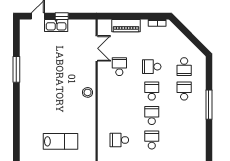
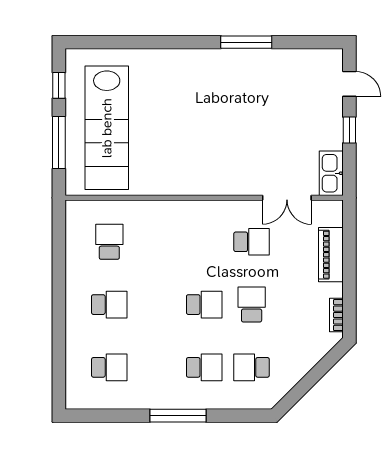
kitchen sink: (56, 25) -> (331, 173), moved
stool: (88, 92) -> (202, 180), removed
school desk: (152, 116) -> (109, 367), moved
lab bench: (61, 141) -> (107, 128), width x1.86, depth x1.39

